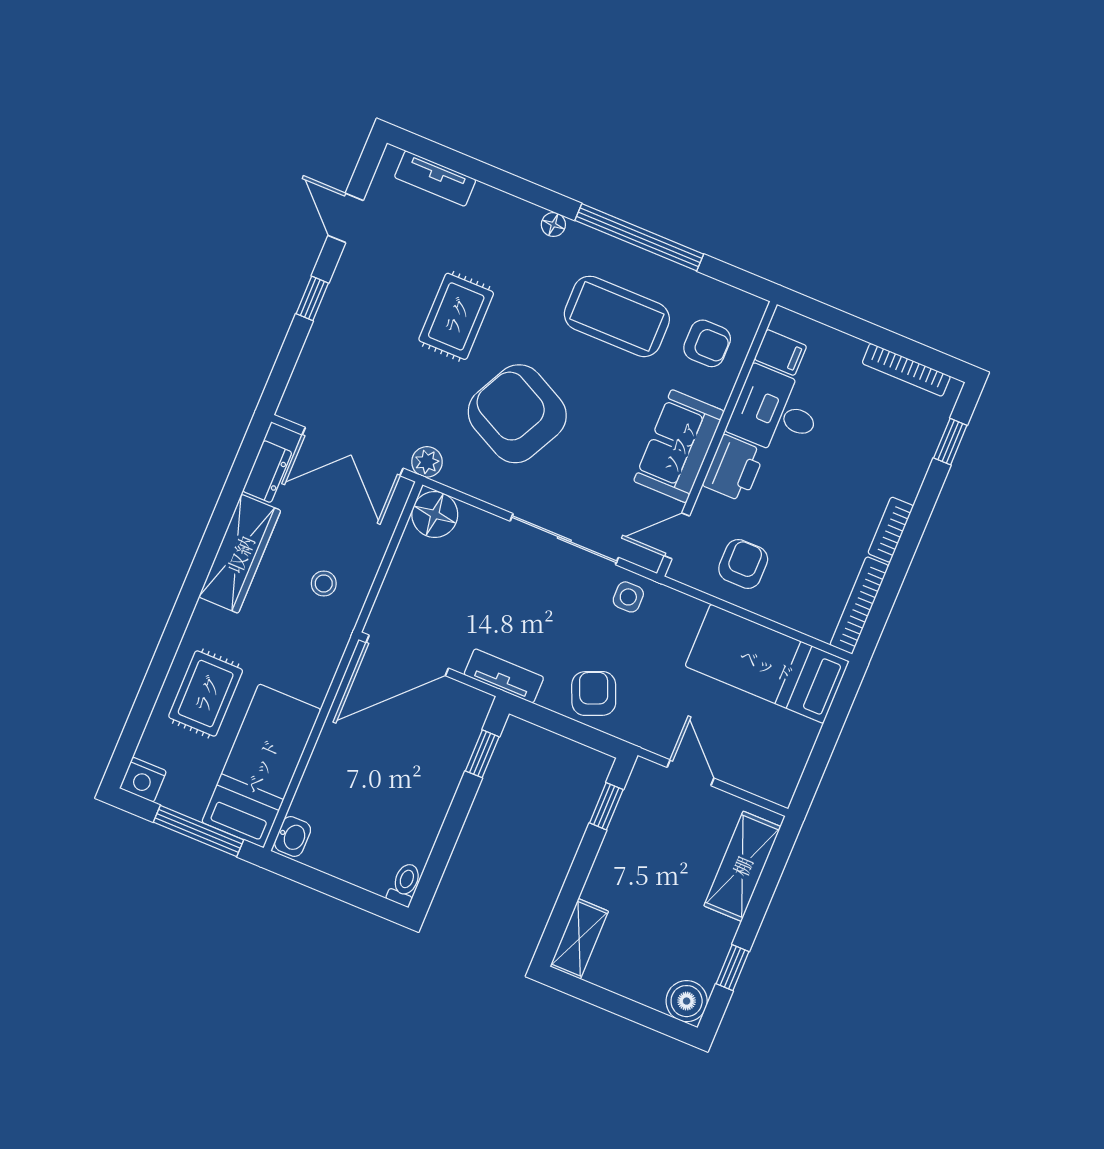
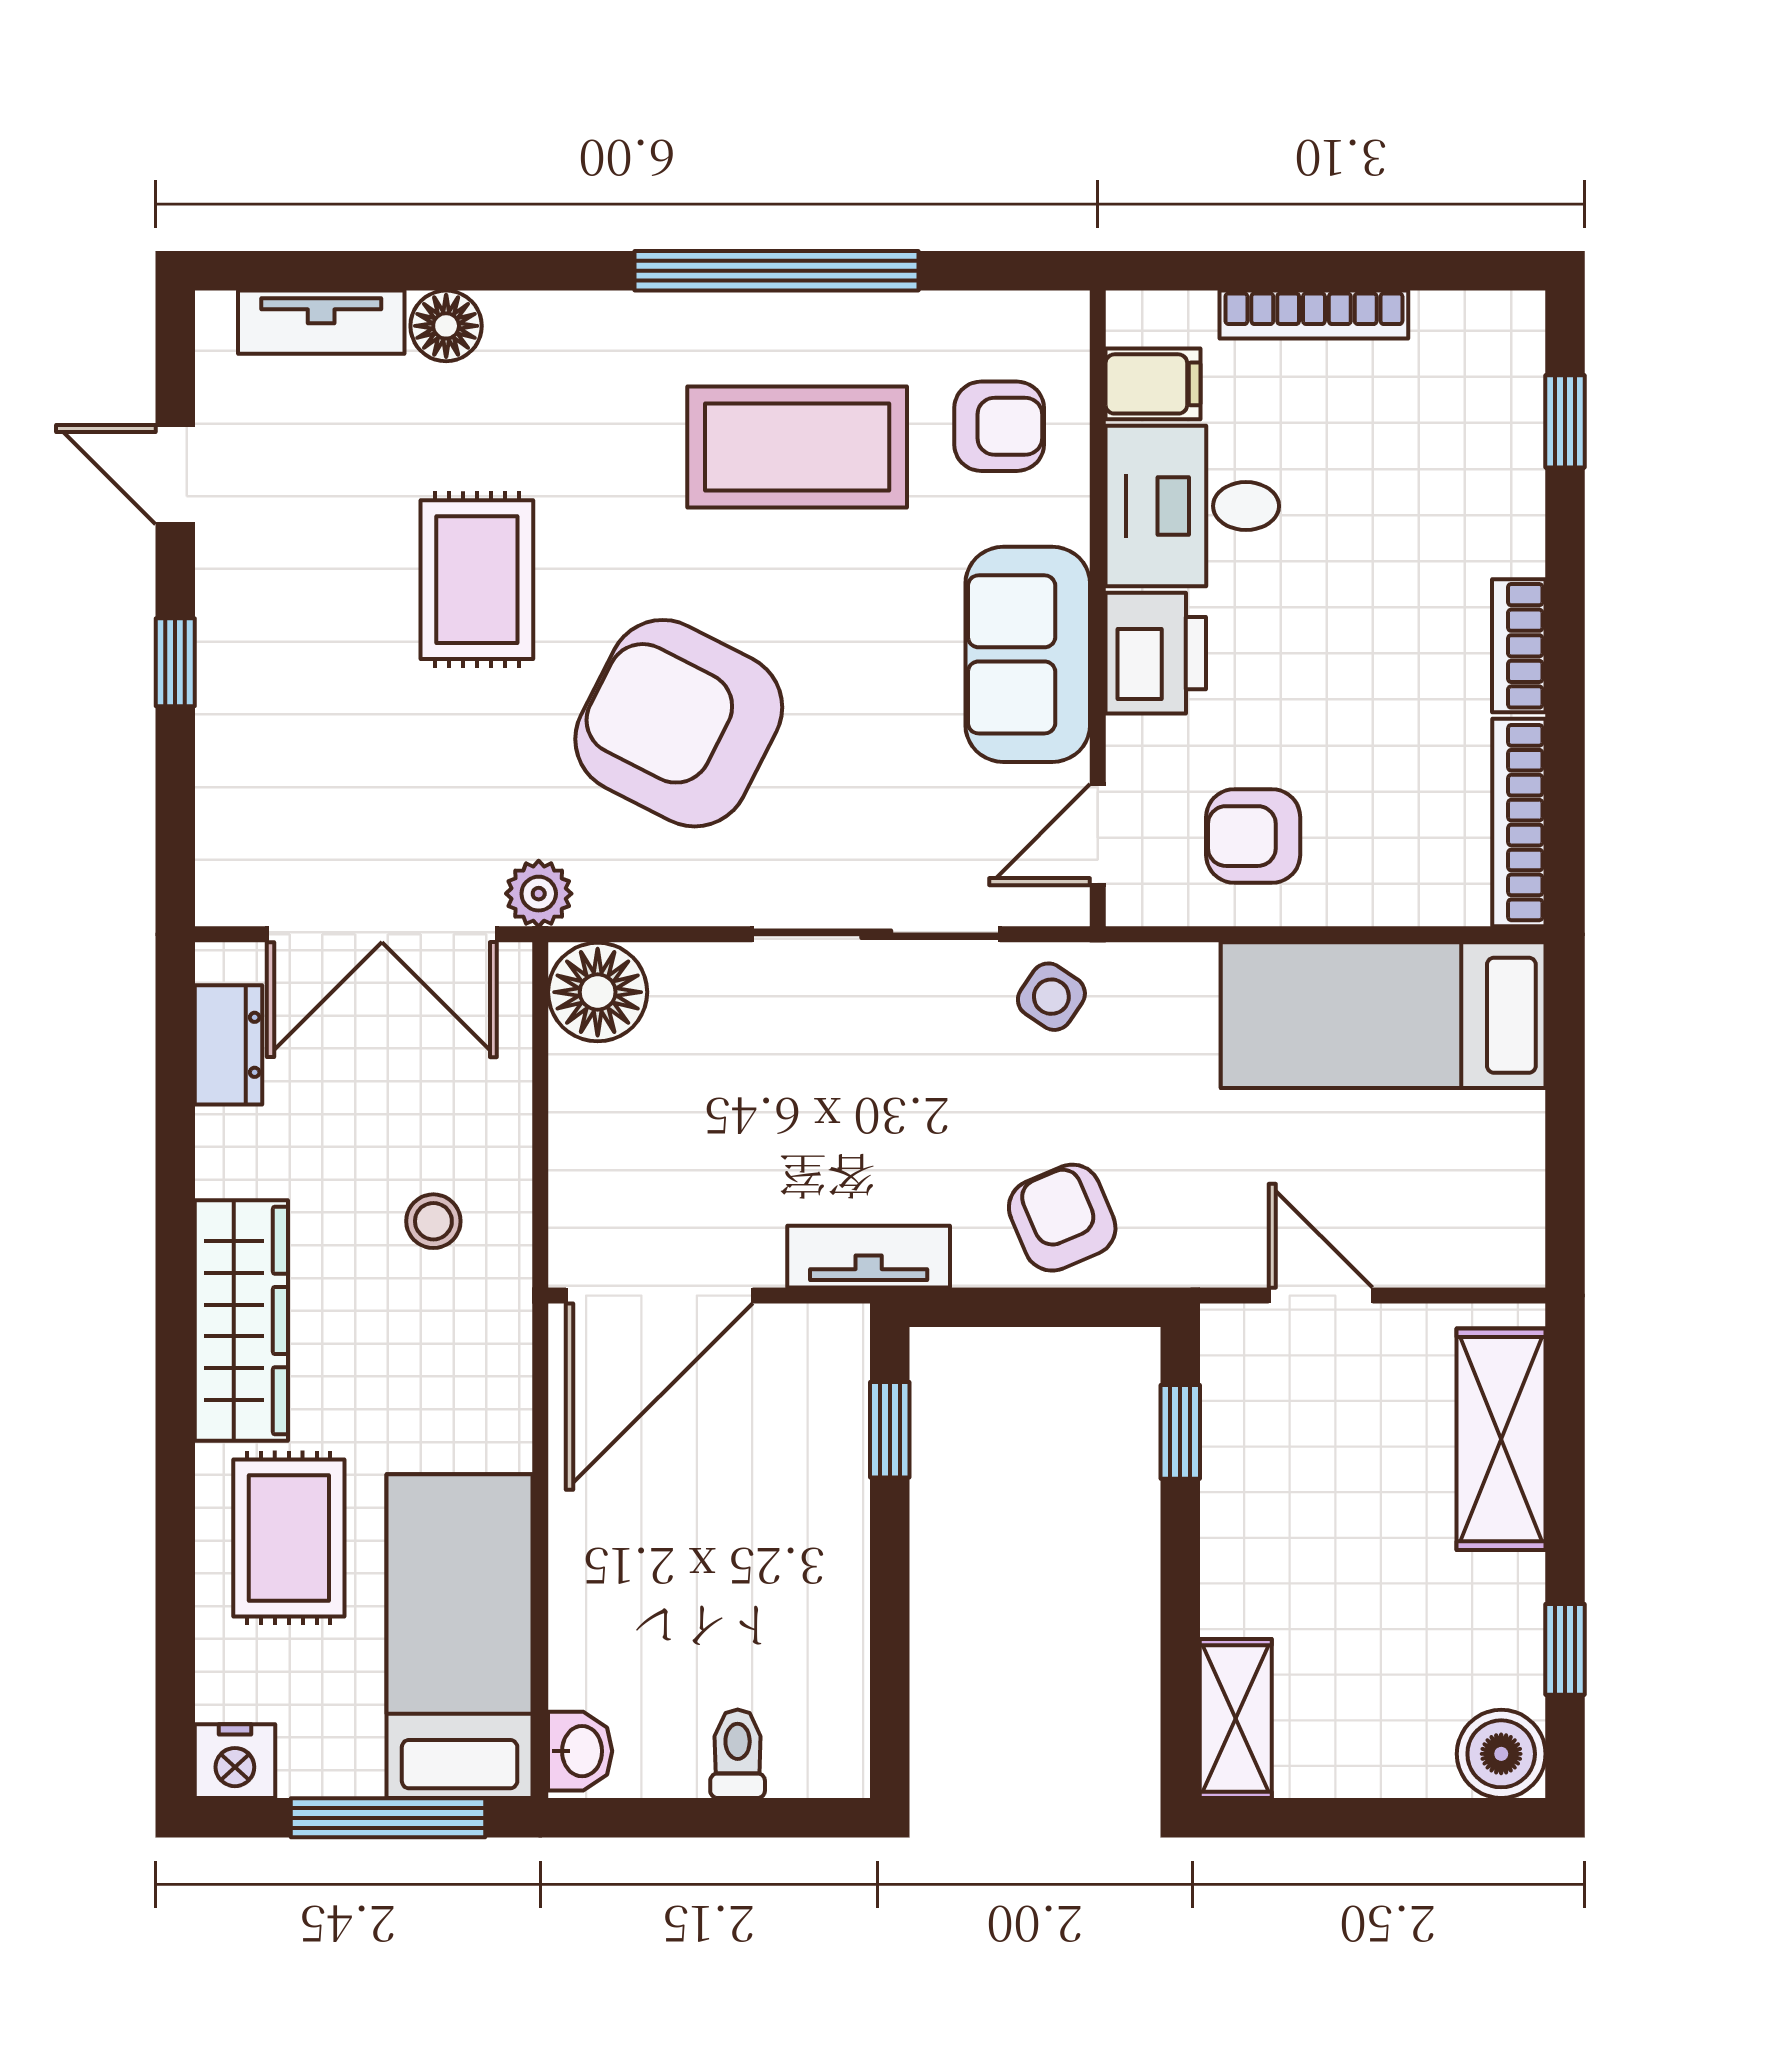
floor lamp: (553, 225) -> (446, 326), moved, width x1.37, depth x1.37
bookcase: (906, 370) -> (1314, 315), moved
wardrobe: (240, 554) -> (241, 1321), moved
armchair: (743, 564) -> (1253, 836), turned -90
side table: (628, 597) -> (1051, 997), turned 34
toilet: (405, 884) -> (738, 1754), moved

